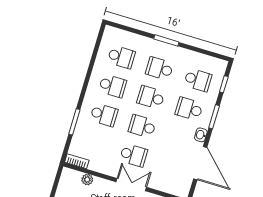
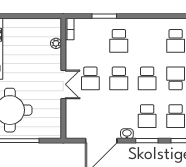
school desk: (113, 86) -> (147, 41), removed
school desk: (151, 97) -> (147, 78), turned 180
school desk: (189, 109) -> (147, 116), turned 180
school desk: (142, 126) -> (119, 78), turned 180

